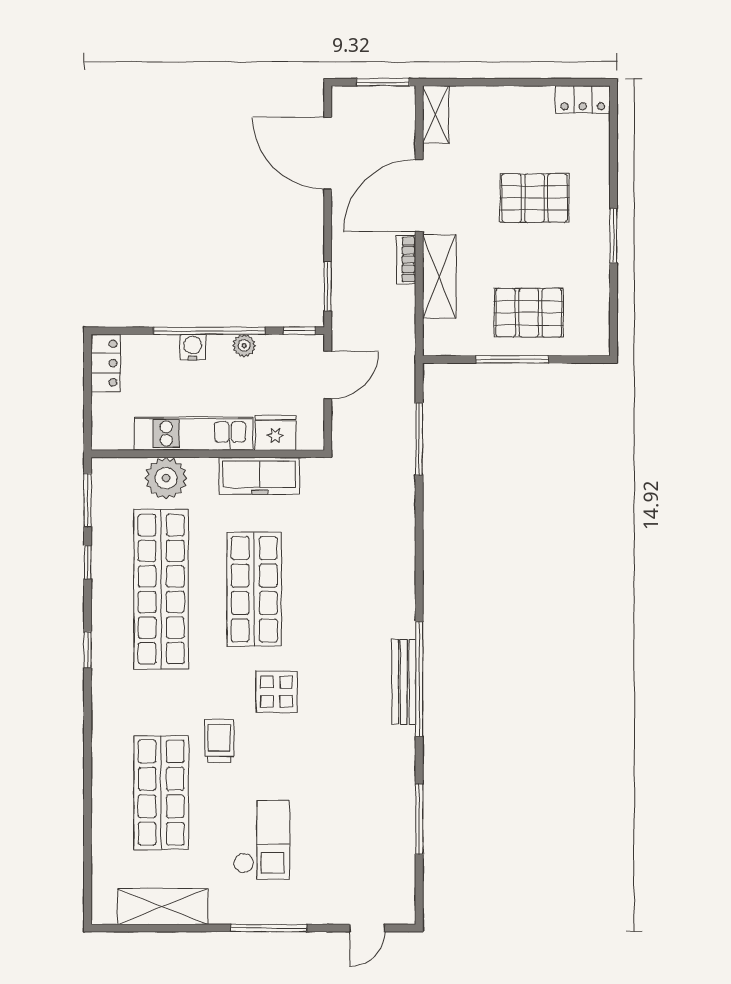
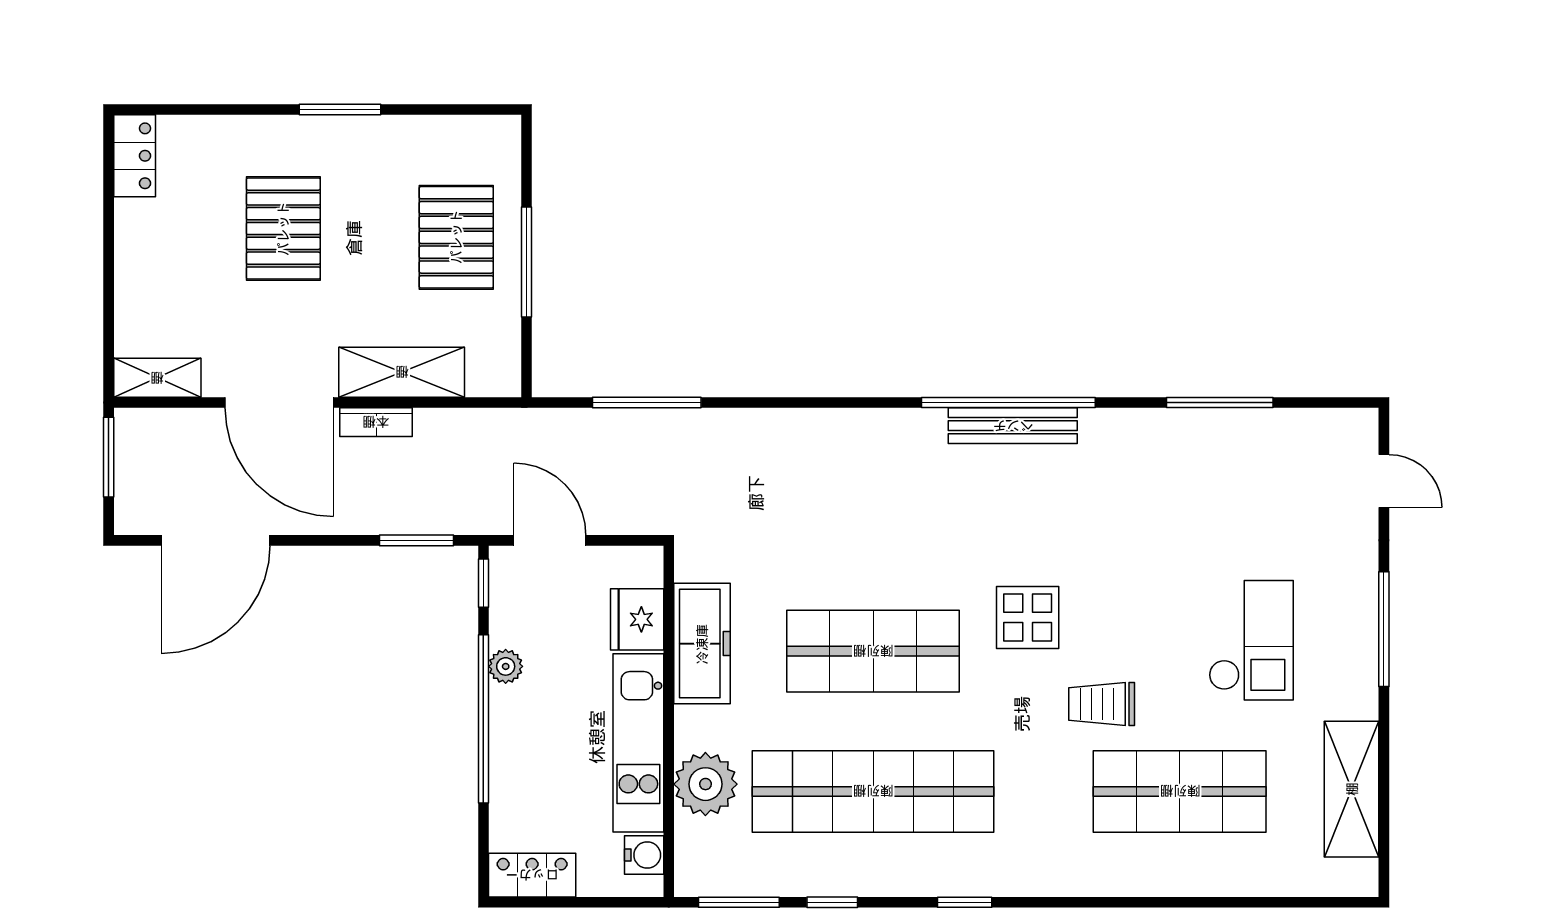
water cooler: (193, 347) -> (644, 855), moved, turned 180
checkout: (261, 840) -> (1251, 640), turned 90

